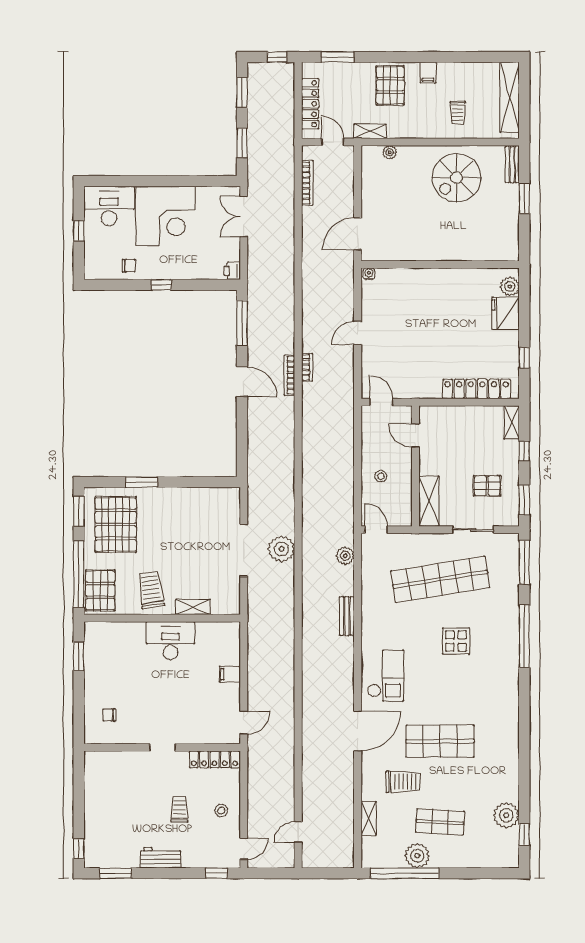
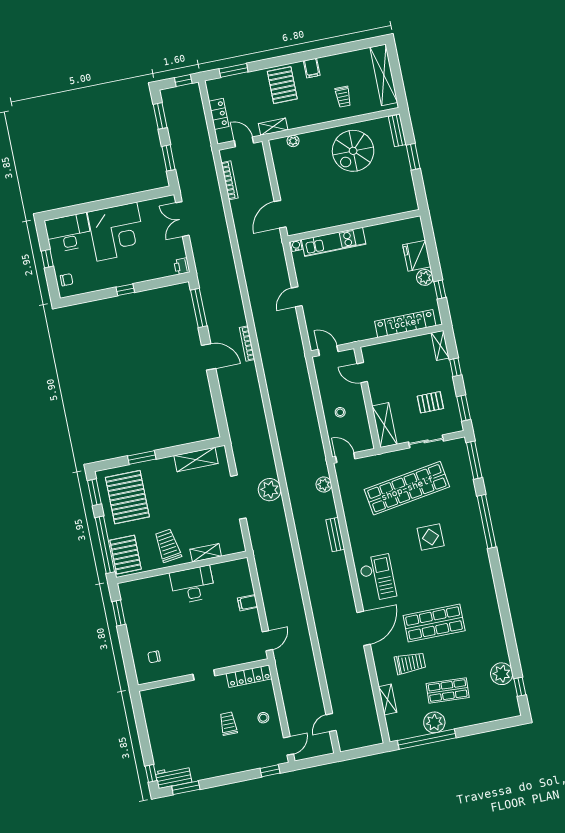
locker: (310, 104) -> (219, 114), width x0.66
chair: (129, 266) -> (67, 280), moved
kitchen unit: (413, 278) -> (334, 242), added
plant: (510, 287) -> (425, 277), moved
bookcase: (307, 367) -> (260, 334), removed
shelving: (204, 497) -> (196, 459), added
workbench: (161, 858) -> (173, 777), moved

